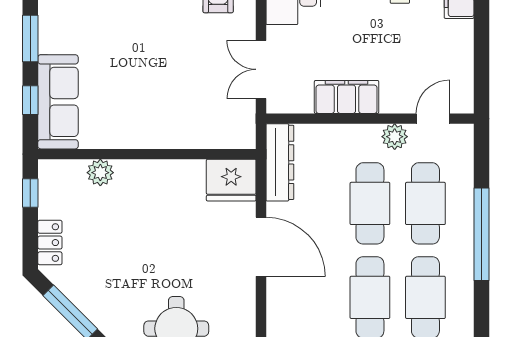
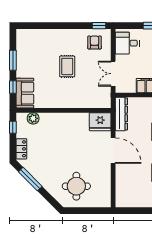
rug: (155, 53) -> (67, 66), added
sofa: (58, 102) -> (25, 93), width x0.73
plant: (100, 173) -> (33, 118), moved

